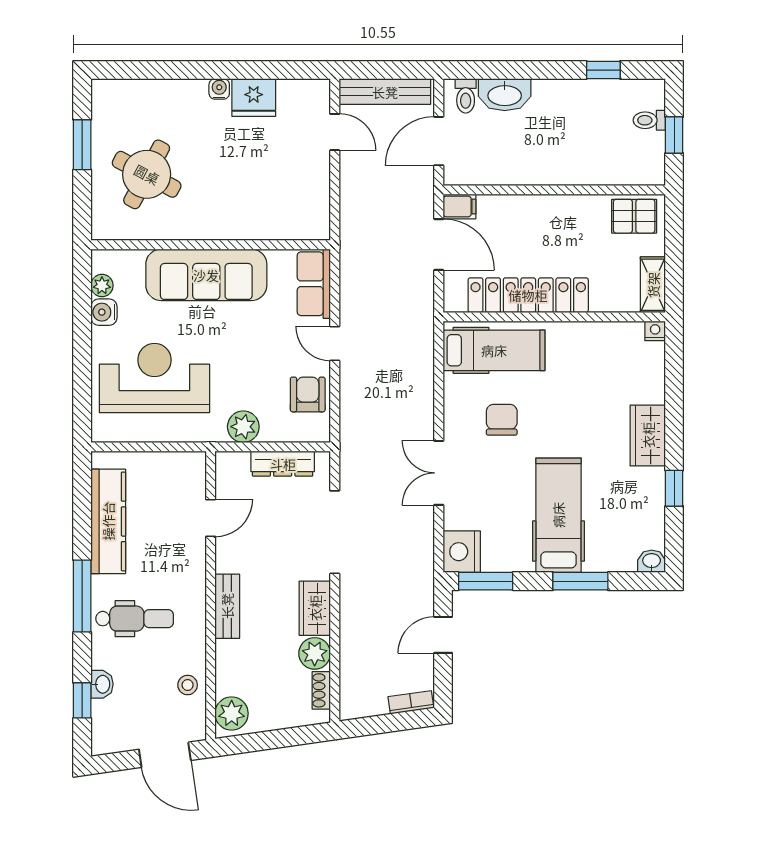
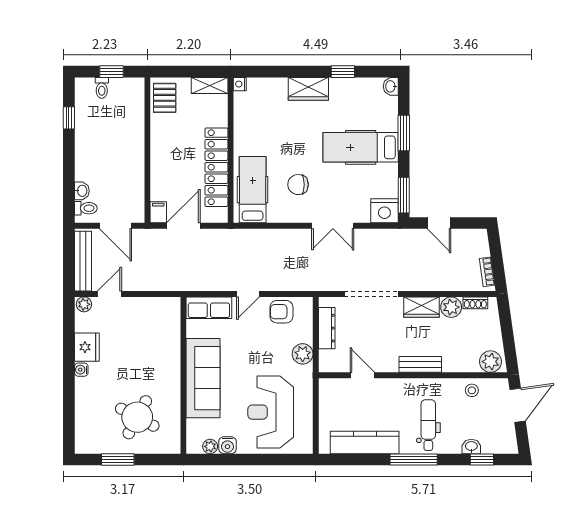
plant: (319, 93) -> (84, 304), added
washbasin: (505, 95) -> (82, 191), width x0.52, depth x0.69
bookcase: (411, 702) -> (487, 272), moved

